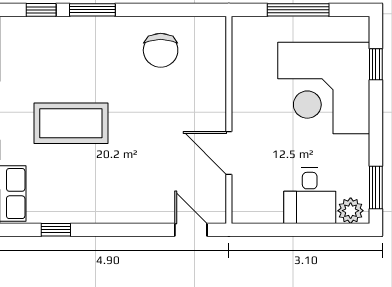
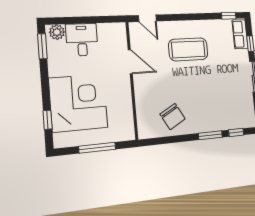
chair: (161, 50) -> (173, 117), turned 151
coffee table: (71, 123) -> (188, 49), moved
window: (56, 230) -> (229, 16), moved

